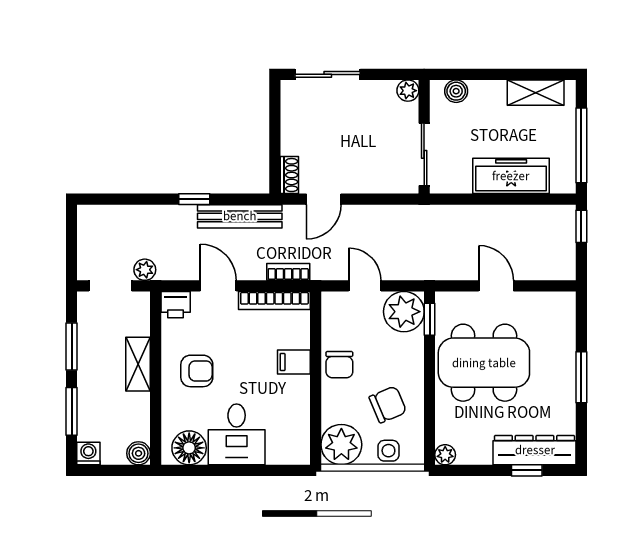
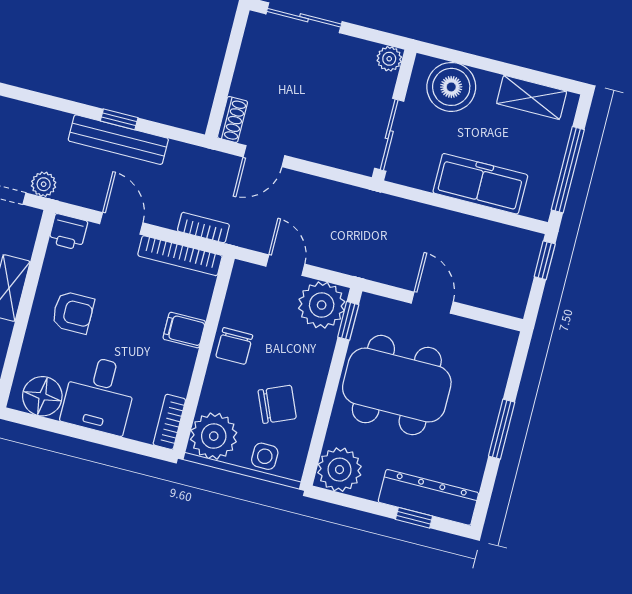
boiler: (456, 91) -> (451, 87), width x1.86, depth x1.86
bench: (240, 216) -> (118, 140), moved
bookcase: (301, 442) -> (169, 422), added
plant: (445, 455) -> (339, 470), width x1.88, depth x1.88

